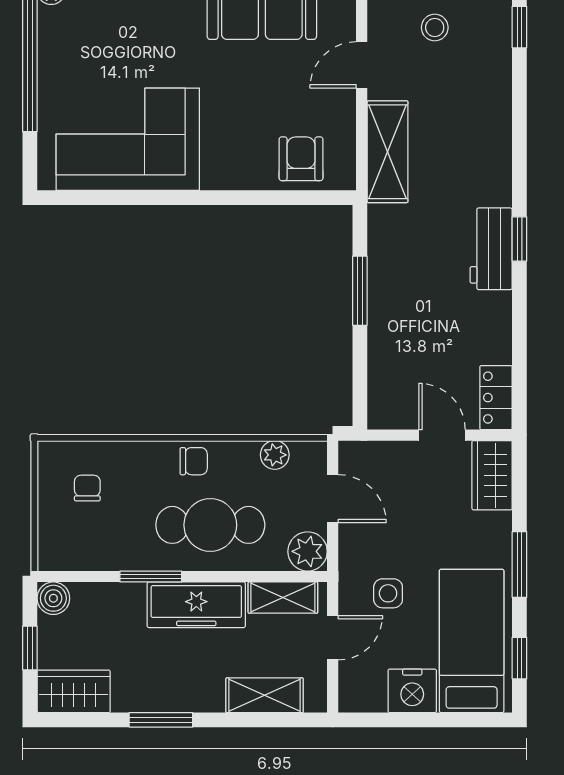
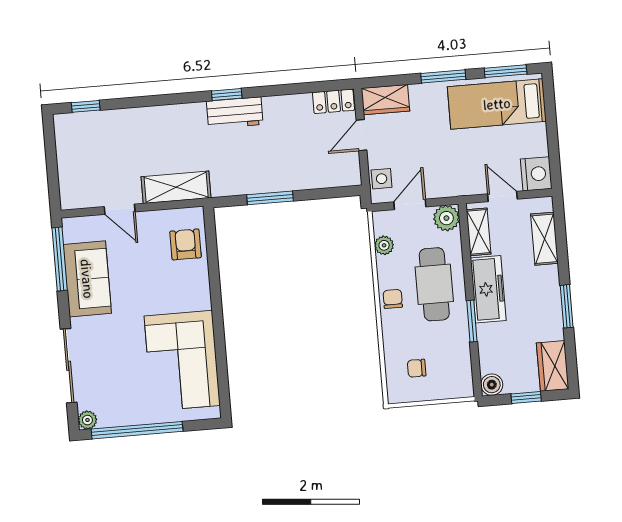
stool: (435, 27) -> (91, 163), removed
armchair: (301, 159) -> (186, 244), turned 90
side table: (388, 593) -> (382, 179), moved
window: (519, 658) -> (506, 71), width x1.50
nightstand: (412, 691) -> (536, 174), moved

